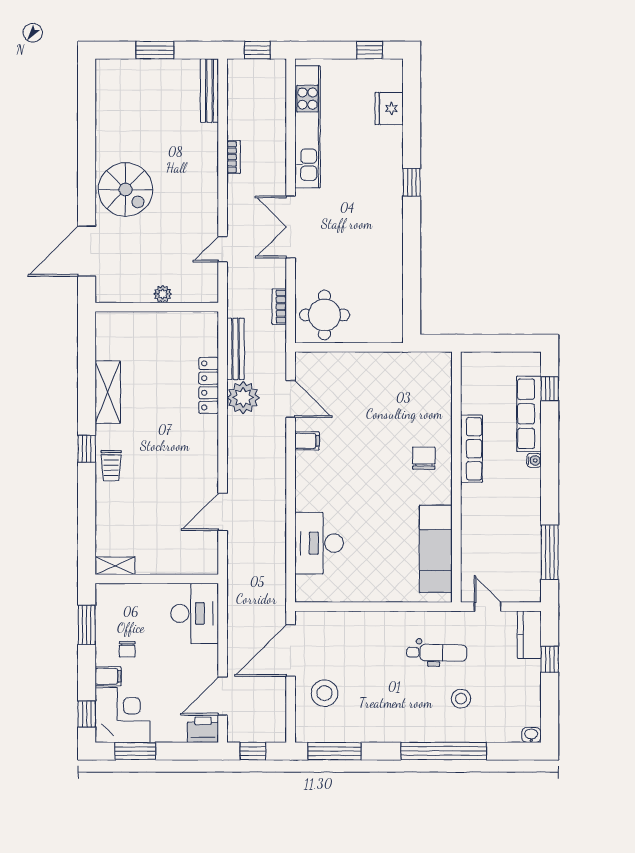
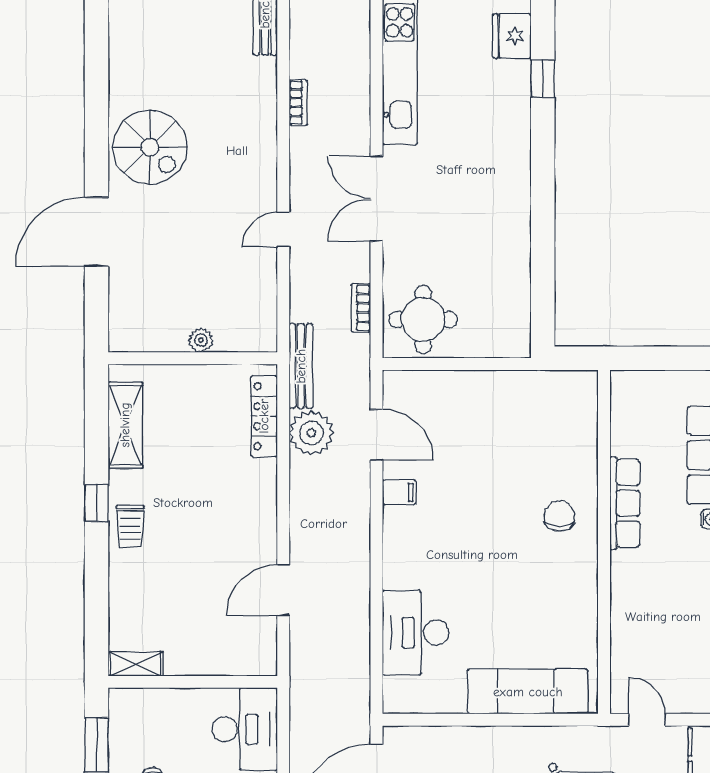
window: (412, 182) -> (543, 79), moved
plant: (163, 294) -> (201, 340), moved
wall: (157, 307) -> (193, 358), moved
exam couch: (436, 549) -> (528, 692), moved, turned 90

